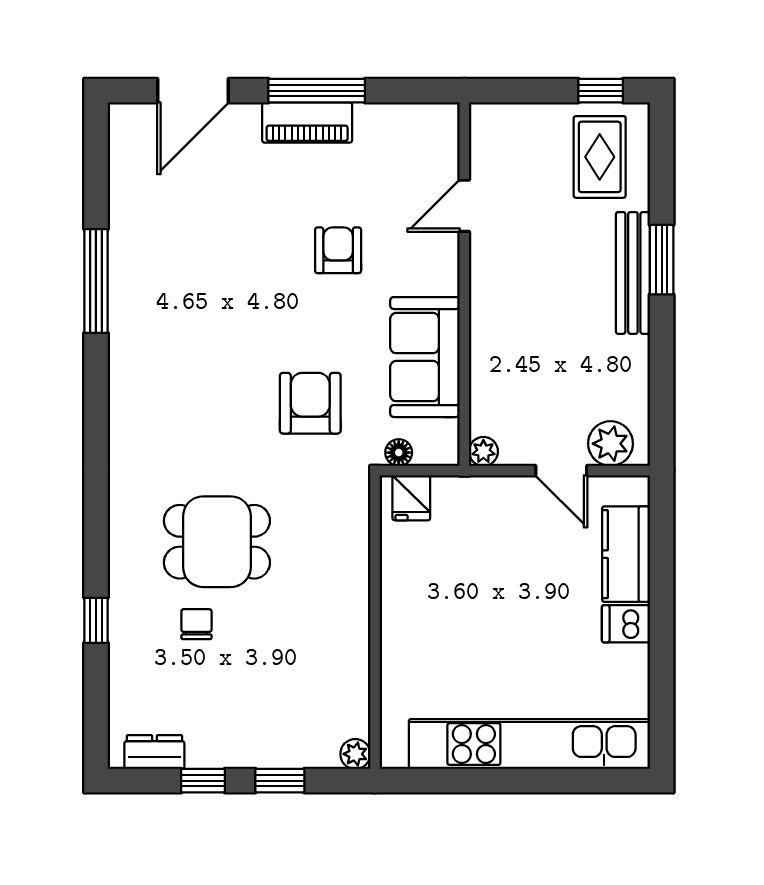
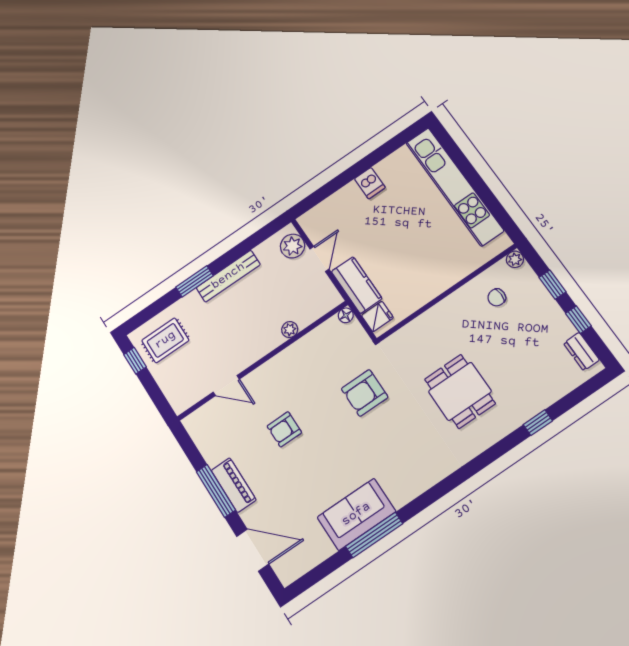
bench: (633, 273) -> (228, 276), moved
sofa: (425, 357) -> (356, 514), moved, turned 180
plant: (483, 451) -> (290, 330), moved
floor lamp: (399, 453) -> (346, 315), moved
kitchen counter: (626, 554) -> (357, 285), moved, turned -90
chair: (196, 624) -> (497, 297), moved

